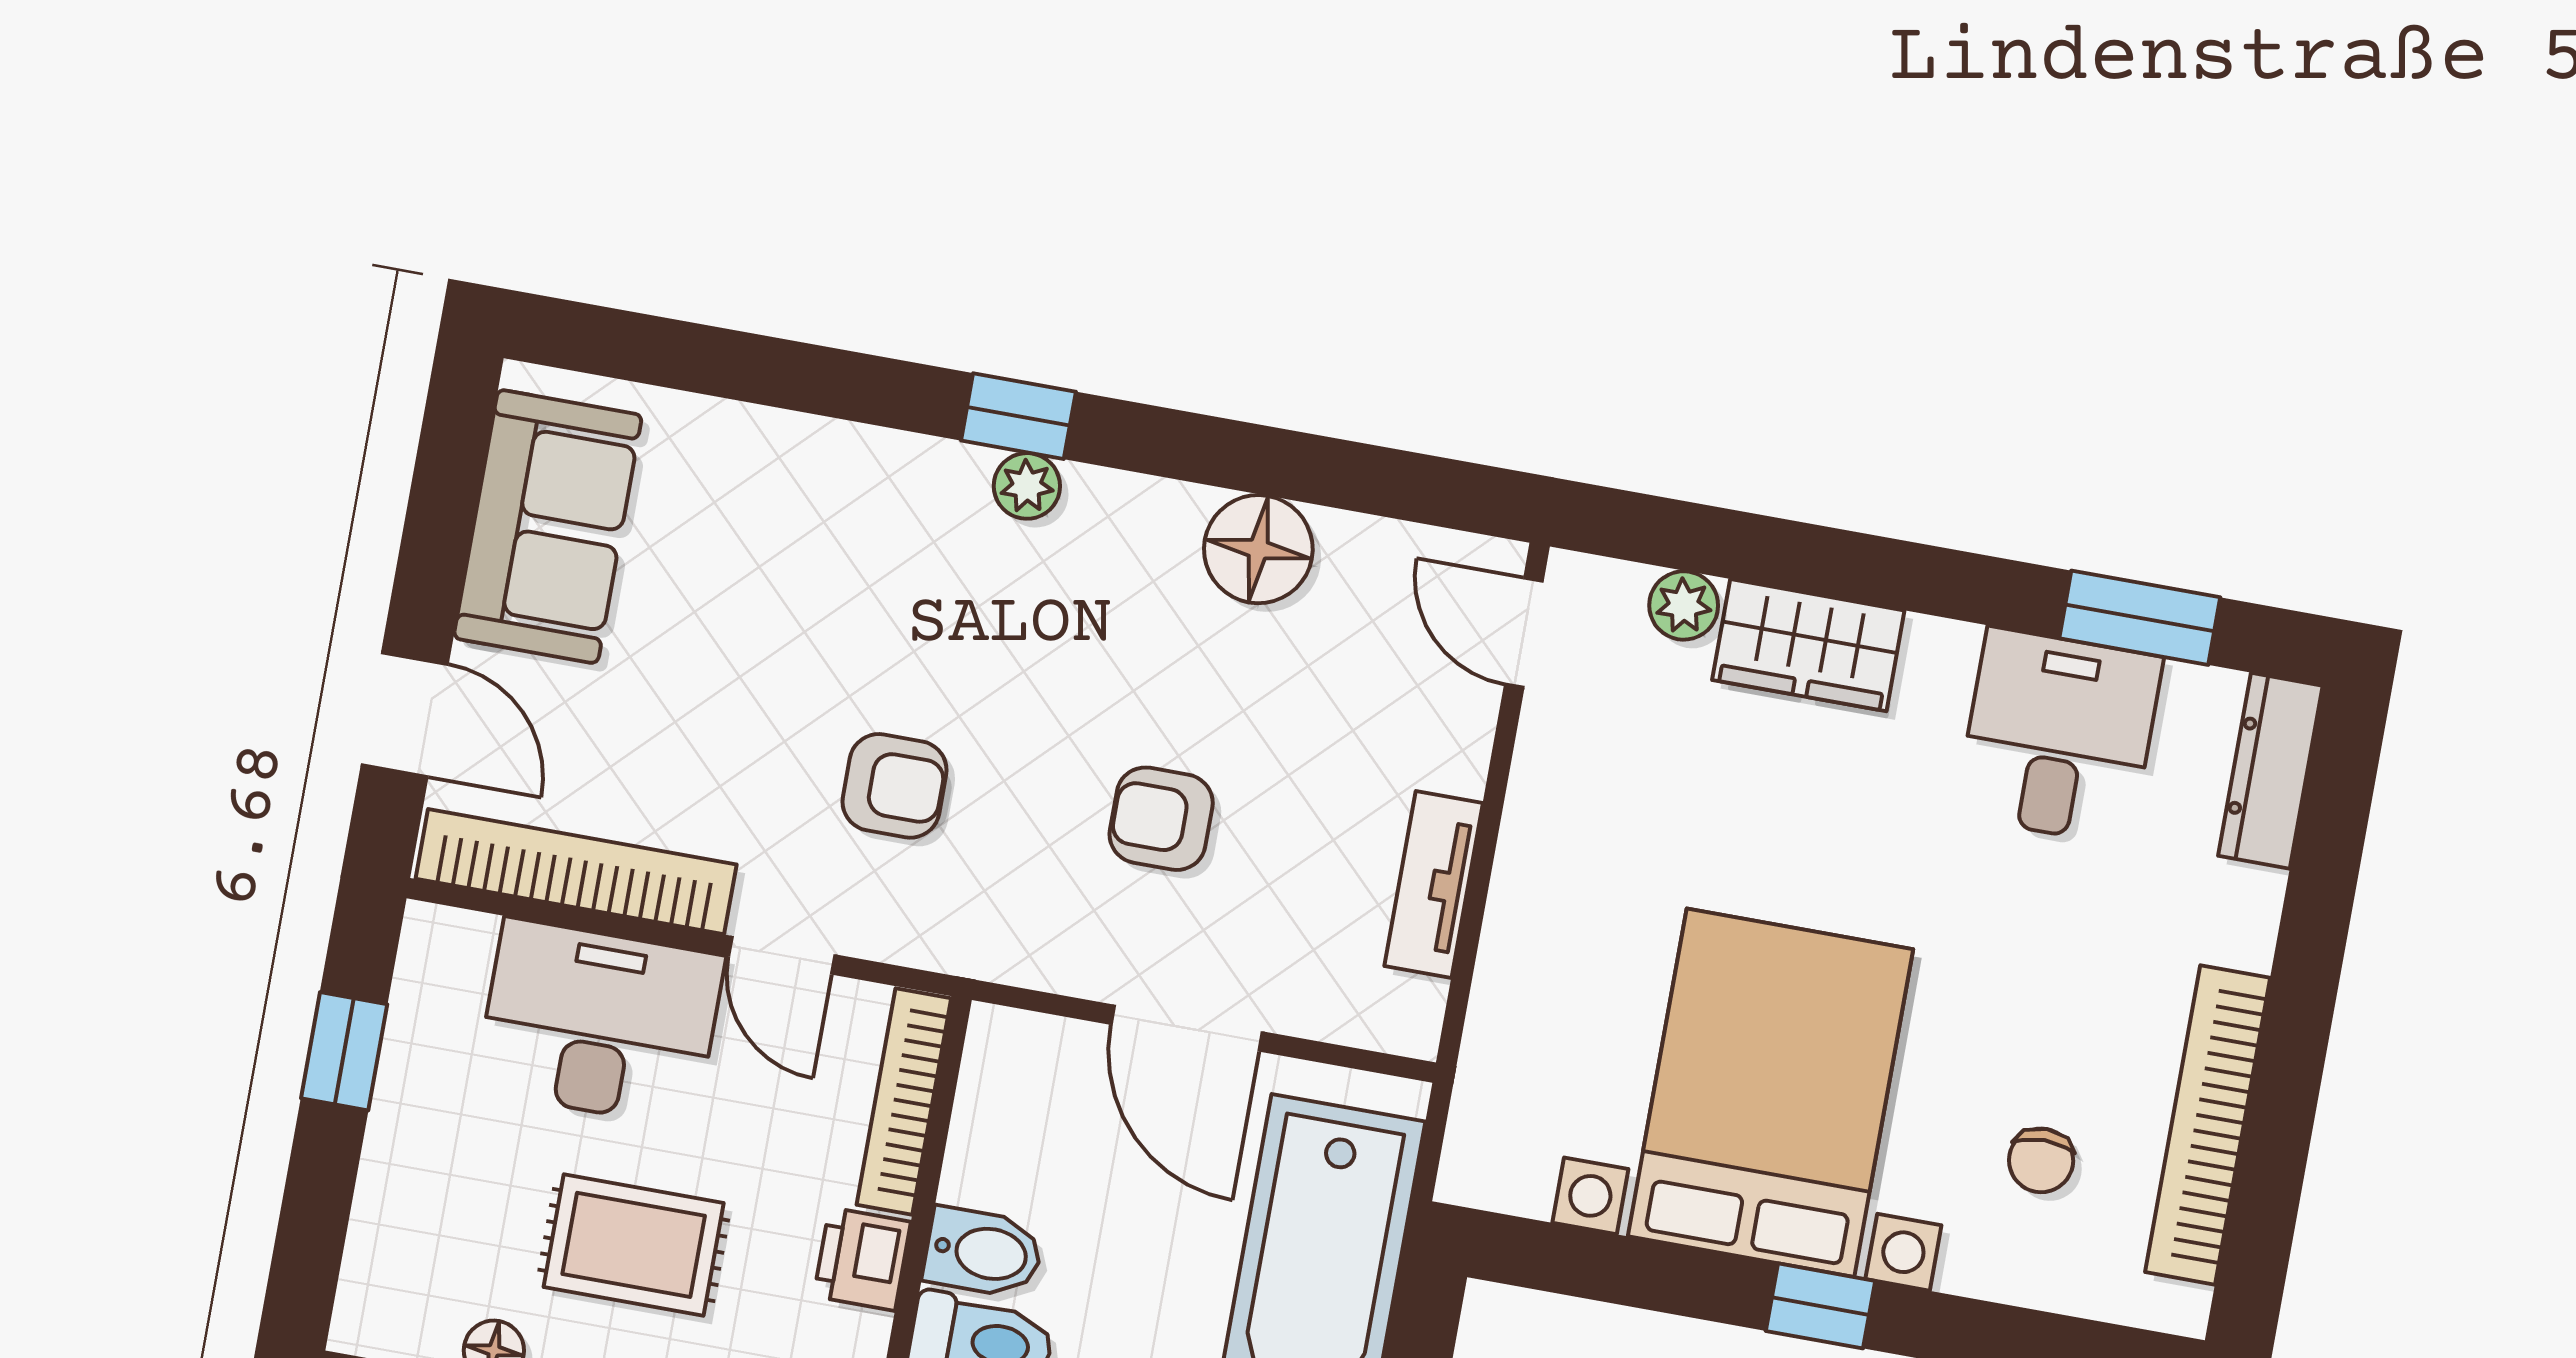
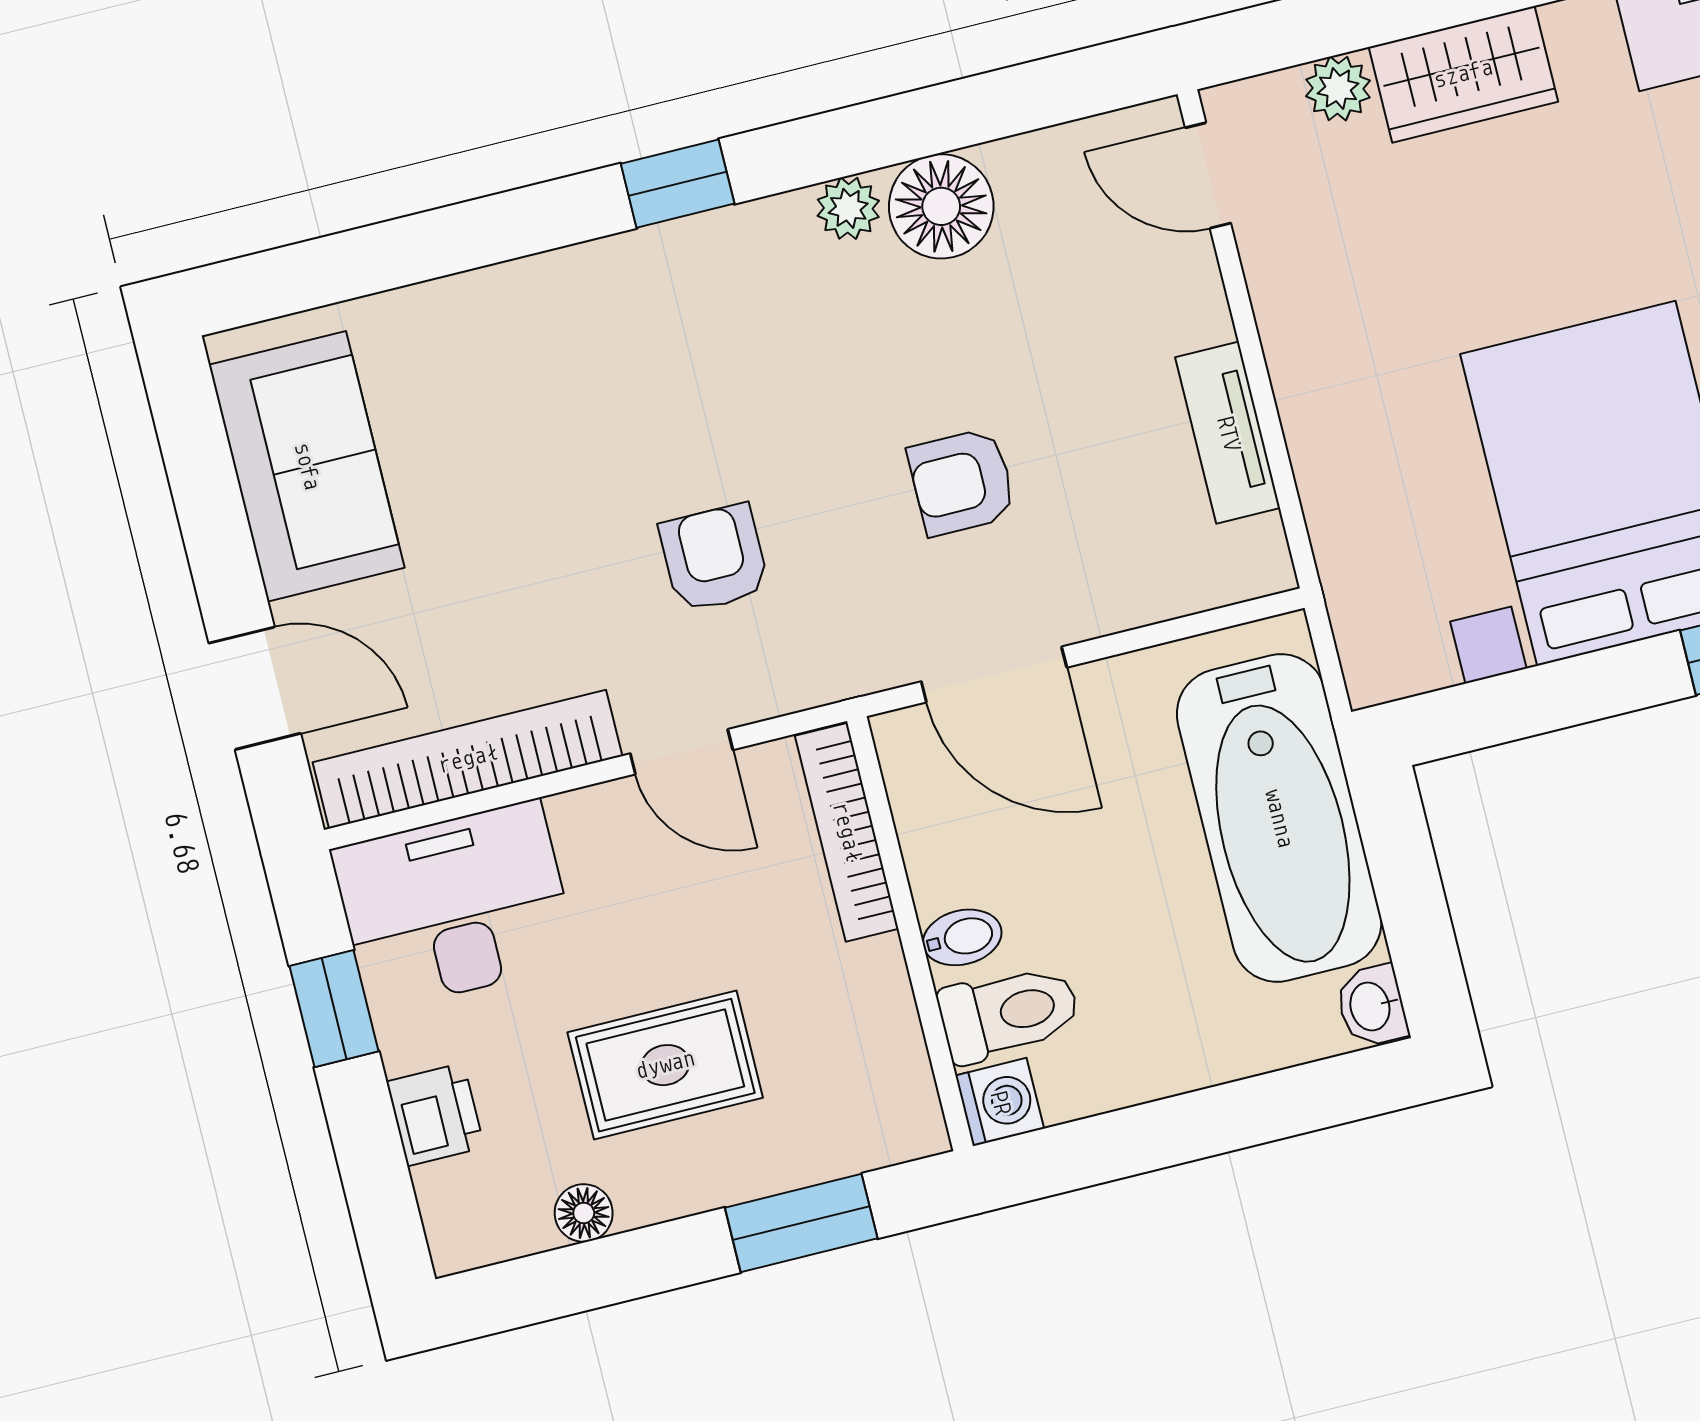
plant: (1027, 486) -> (848, 208), moved
armchair: (895, 786) -> (714, 558), turned -90
desk: (600, 1023) -> (455, 906), moved
door: (1187, 1028) -> (994, 674), moved
bidet: (983, 1252) -> (962, 937), width x0.72, depth x0.74
printer: (862, 1259) -> (435, 1114), moved, turned 180

